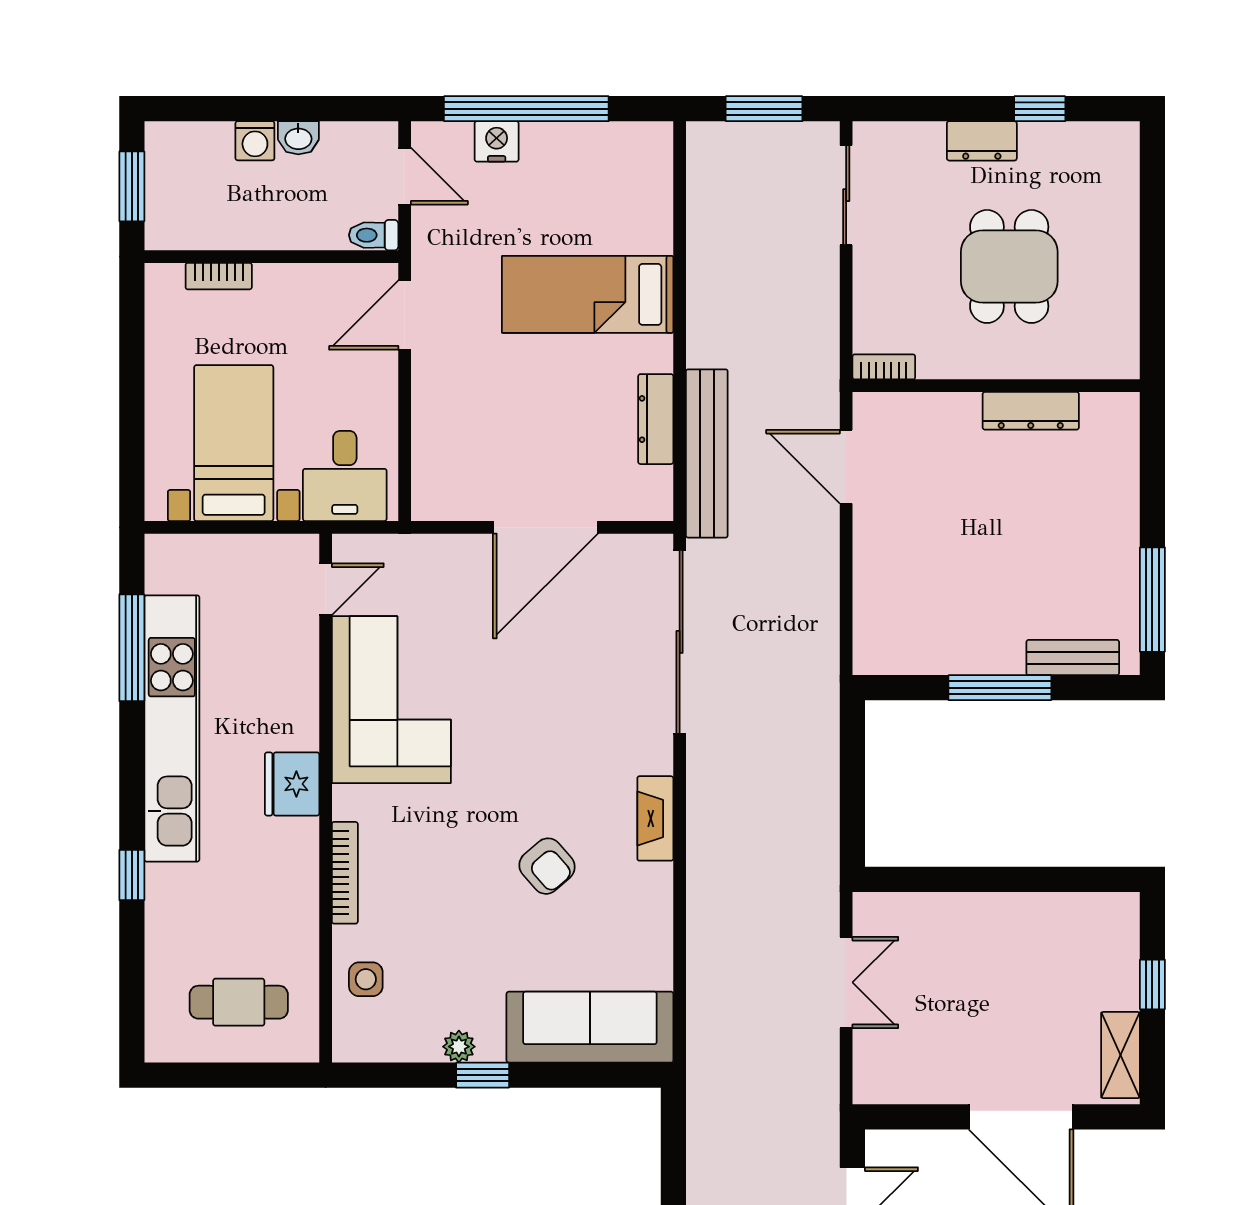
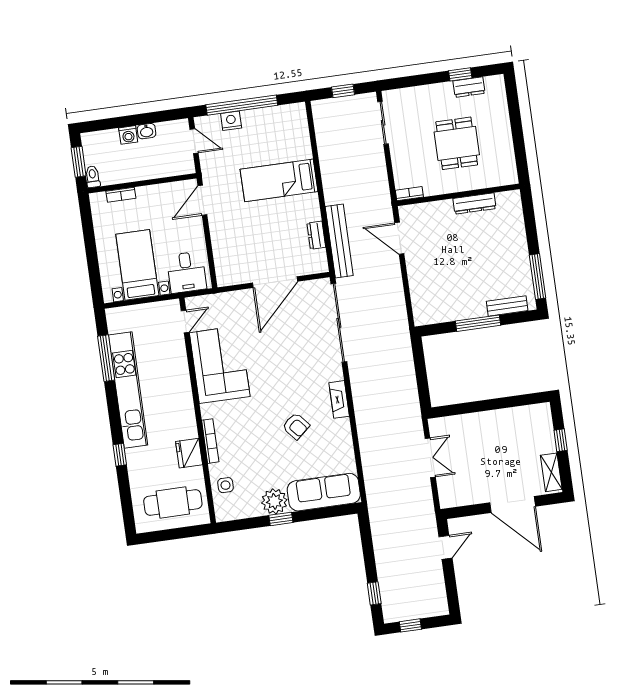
window: (764, 109) -> (343, 91), width x0.67
dresser: (982, 141) -> (469, 87), moved
toilet: (374, 235) -> (93, 177), moved, turned 90
dresser: (656, 419) -> (316, 235), width x0.70
fridge: (292, 784) -> (189, 453), moved
cafe table: (239, 1002) -> (173, 502), width x1.37, depth x1.35
plant: (459, 1047) -> (274, 501), width x1.88, depth x1.88

